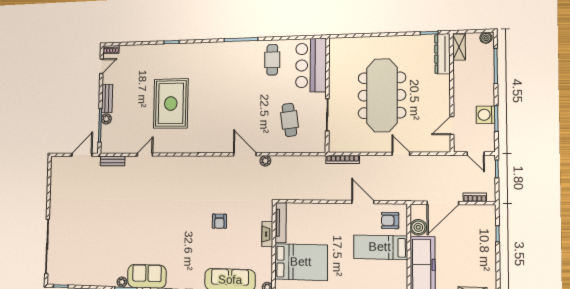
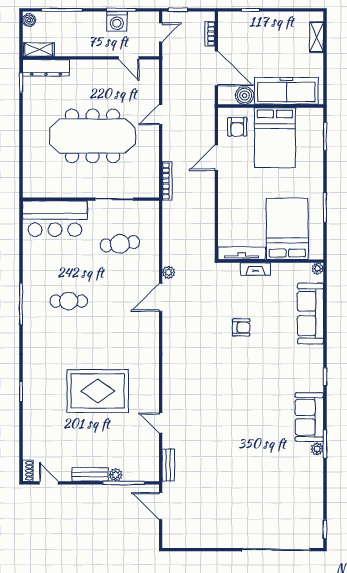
cafe table: (272, 60) -> (69, 301), moved
bed: (380, 247) -> (275, 138), width x1.50

